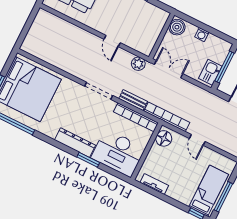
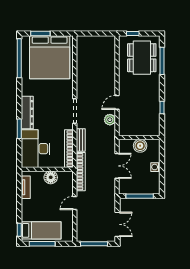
boiler: (177, 27) -> (140, 146), moved
plant: (138, 64) -> (110, 120), moved
double door: (169, 69) -> (117, 166), moved
kitchen sink: (210, 72) -> (130, 187), removed
floor lamp: (164, 138) -> (51, 177), moved

